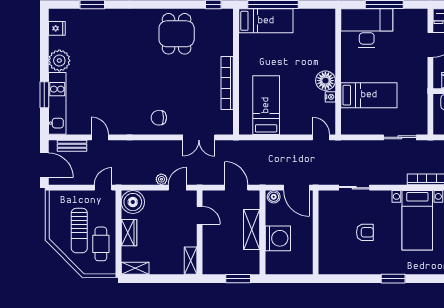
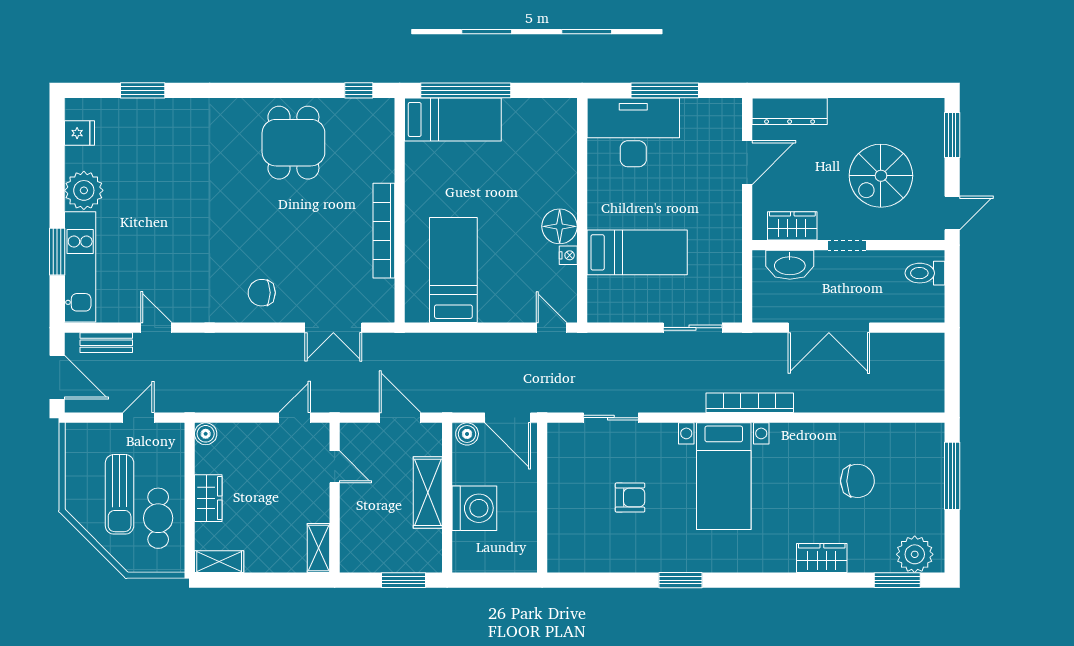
plant: (161, 179) -> (266, 403), removed
door: (103, 188) -> (139, 418), moved
boiler: (133, 202) -> (206, 434), width x0.54, depth x0.54

